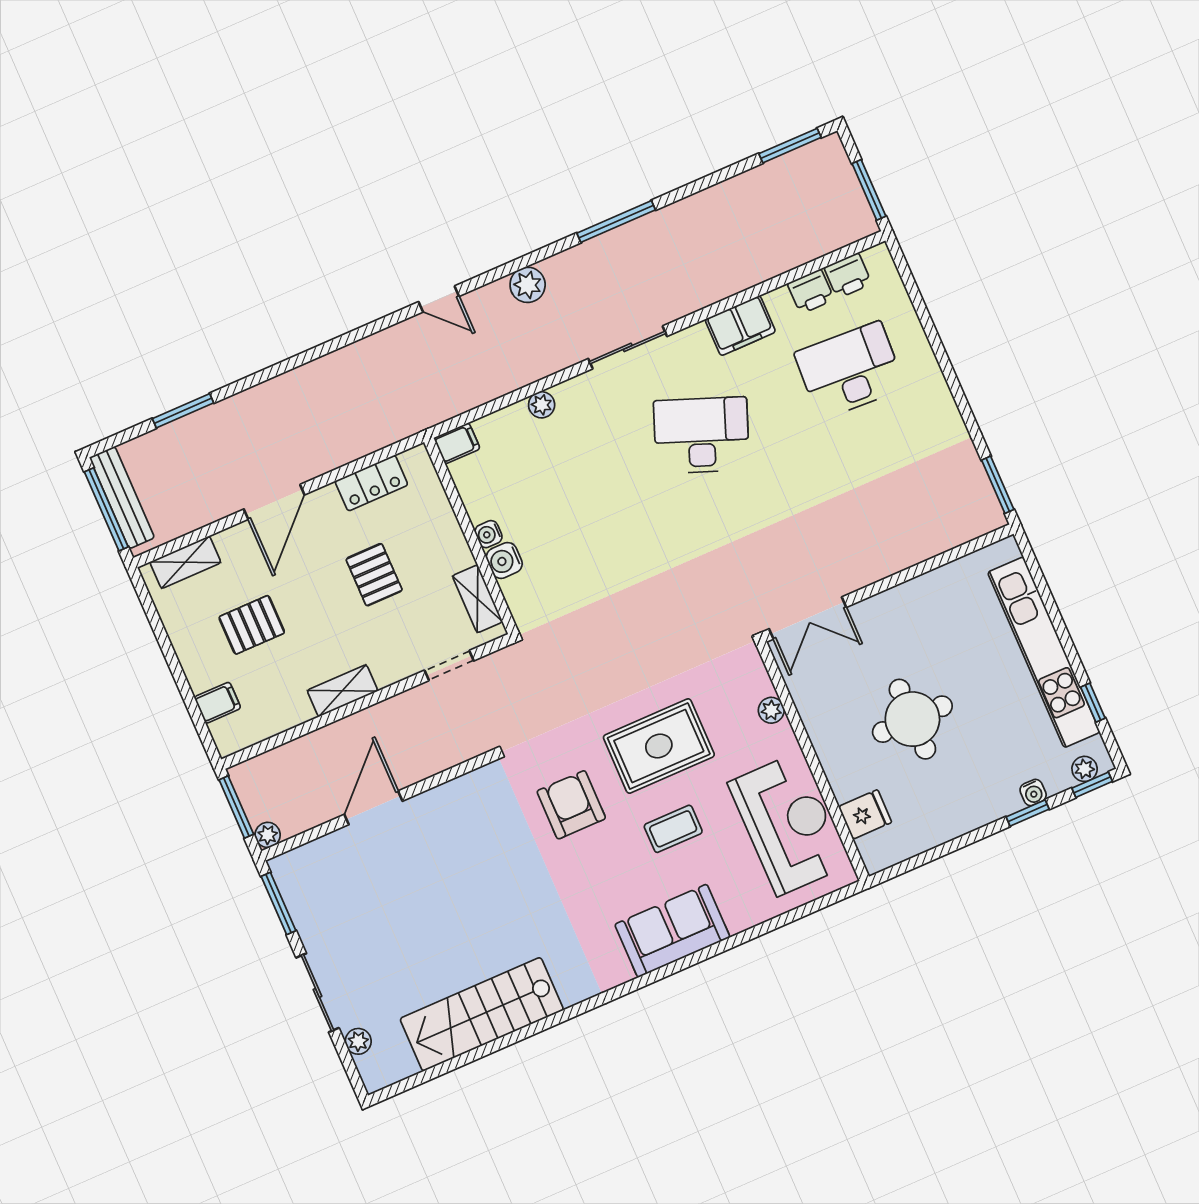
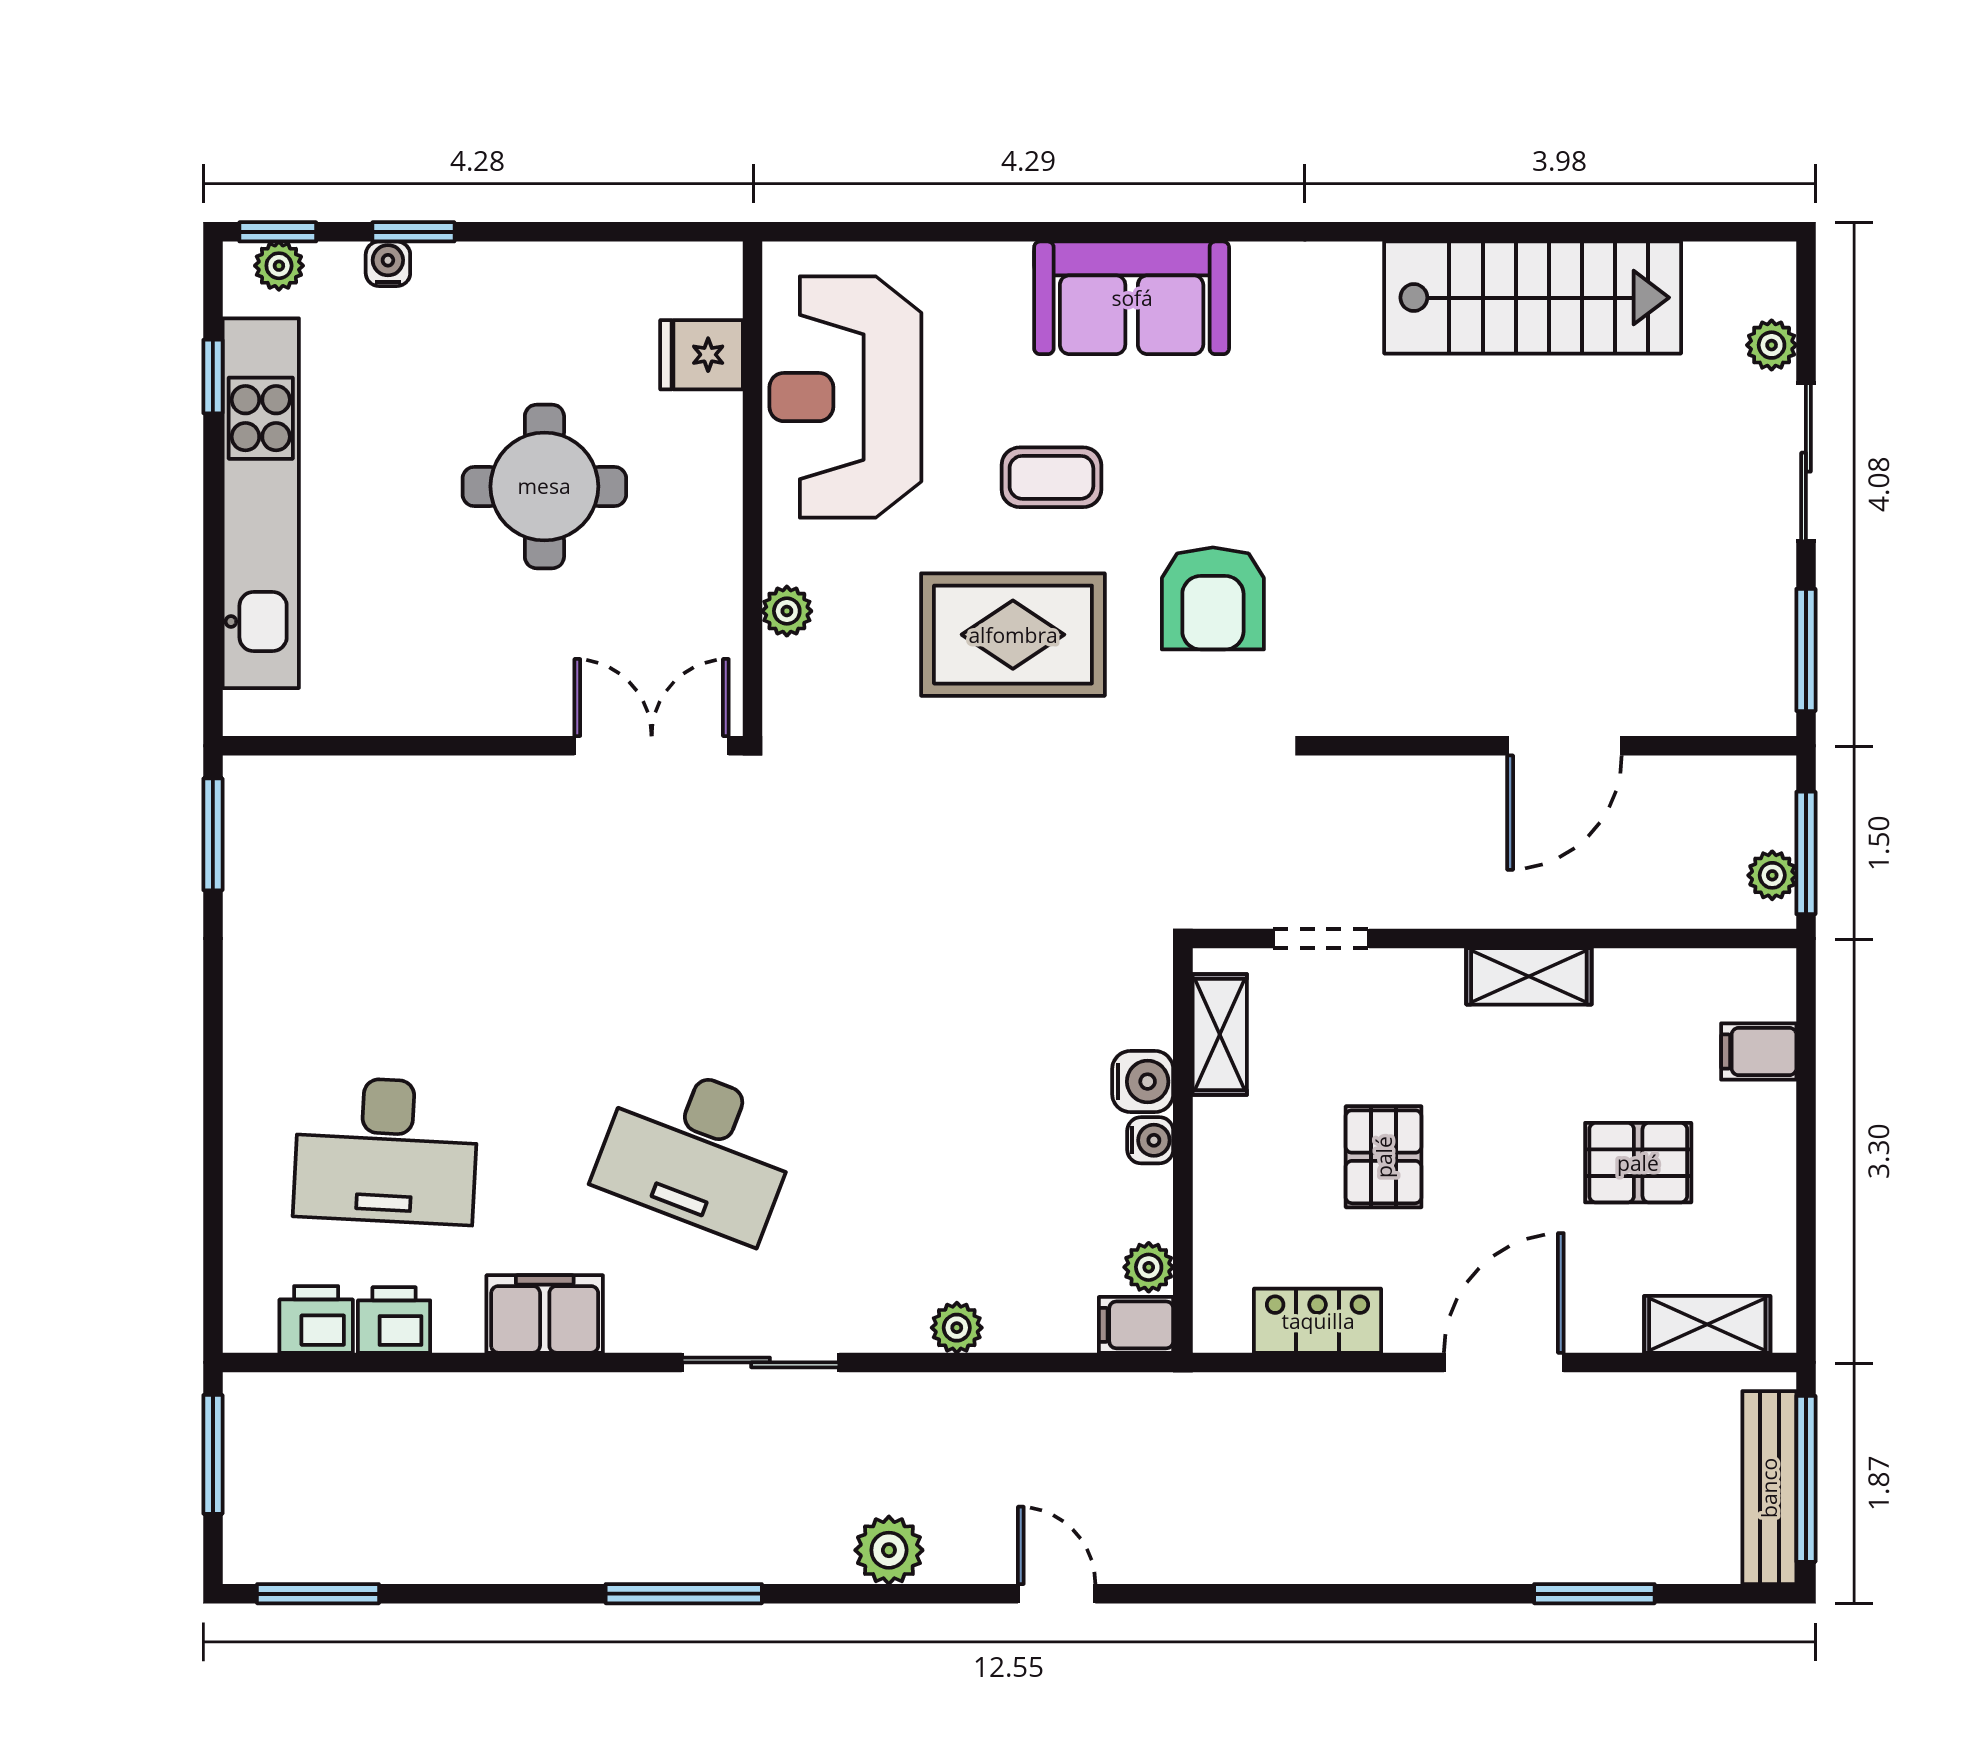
plant: (463, 473) -> (1149, 1267), added
plant: (268, 835) -> (1772, 875), moved

